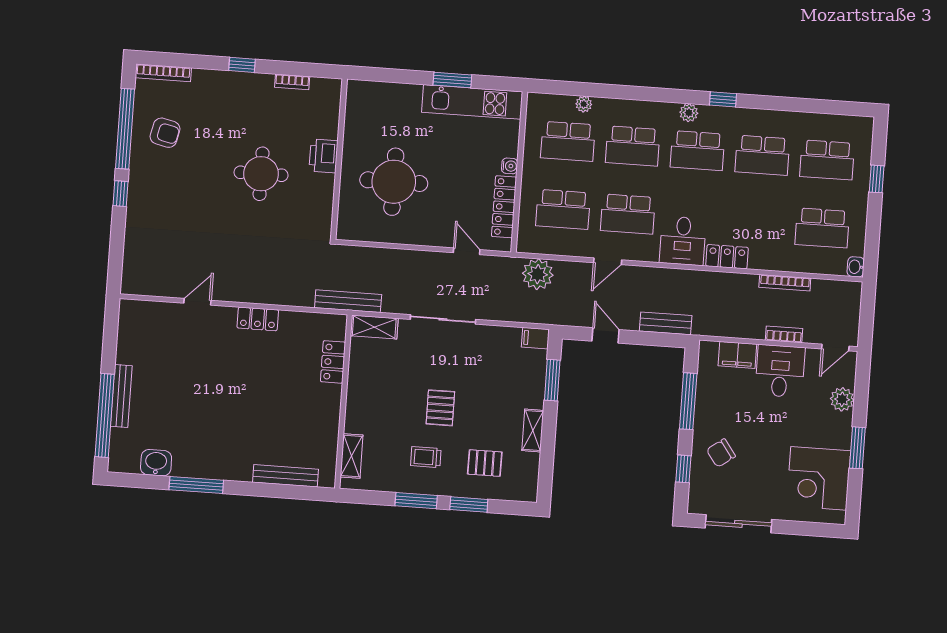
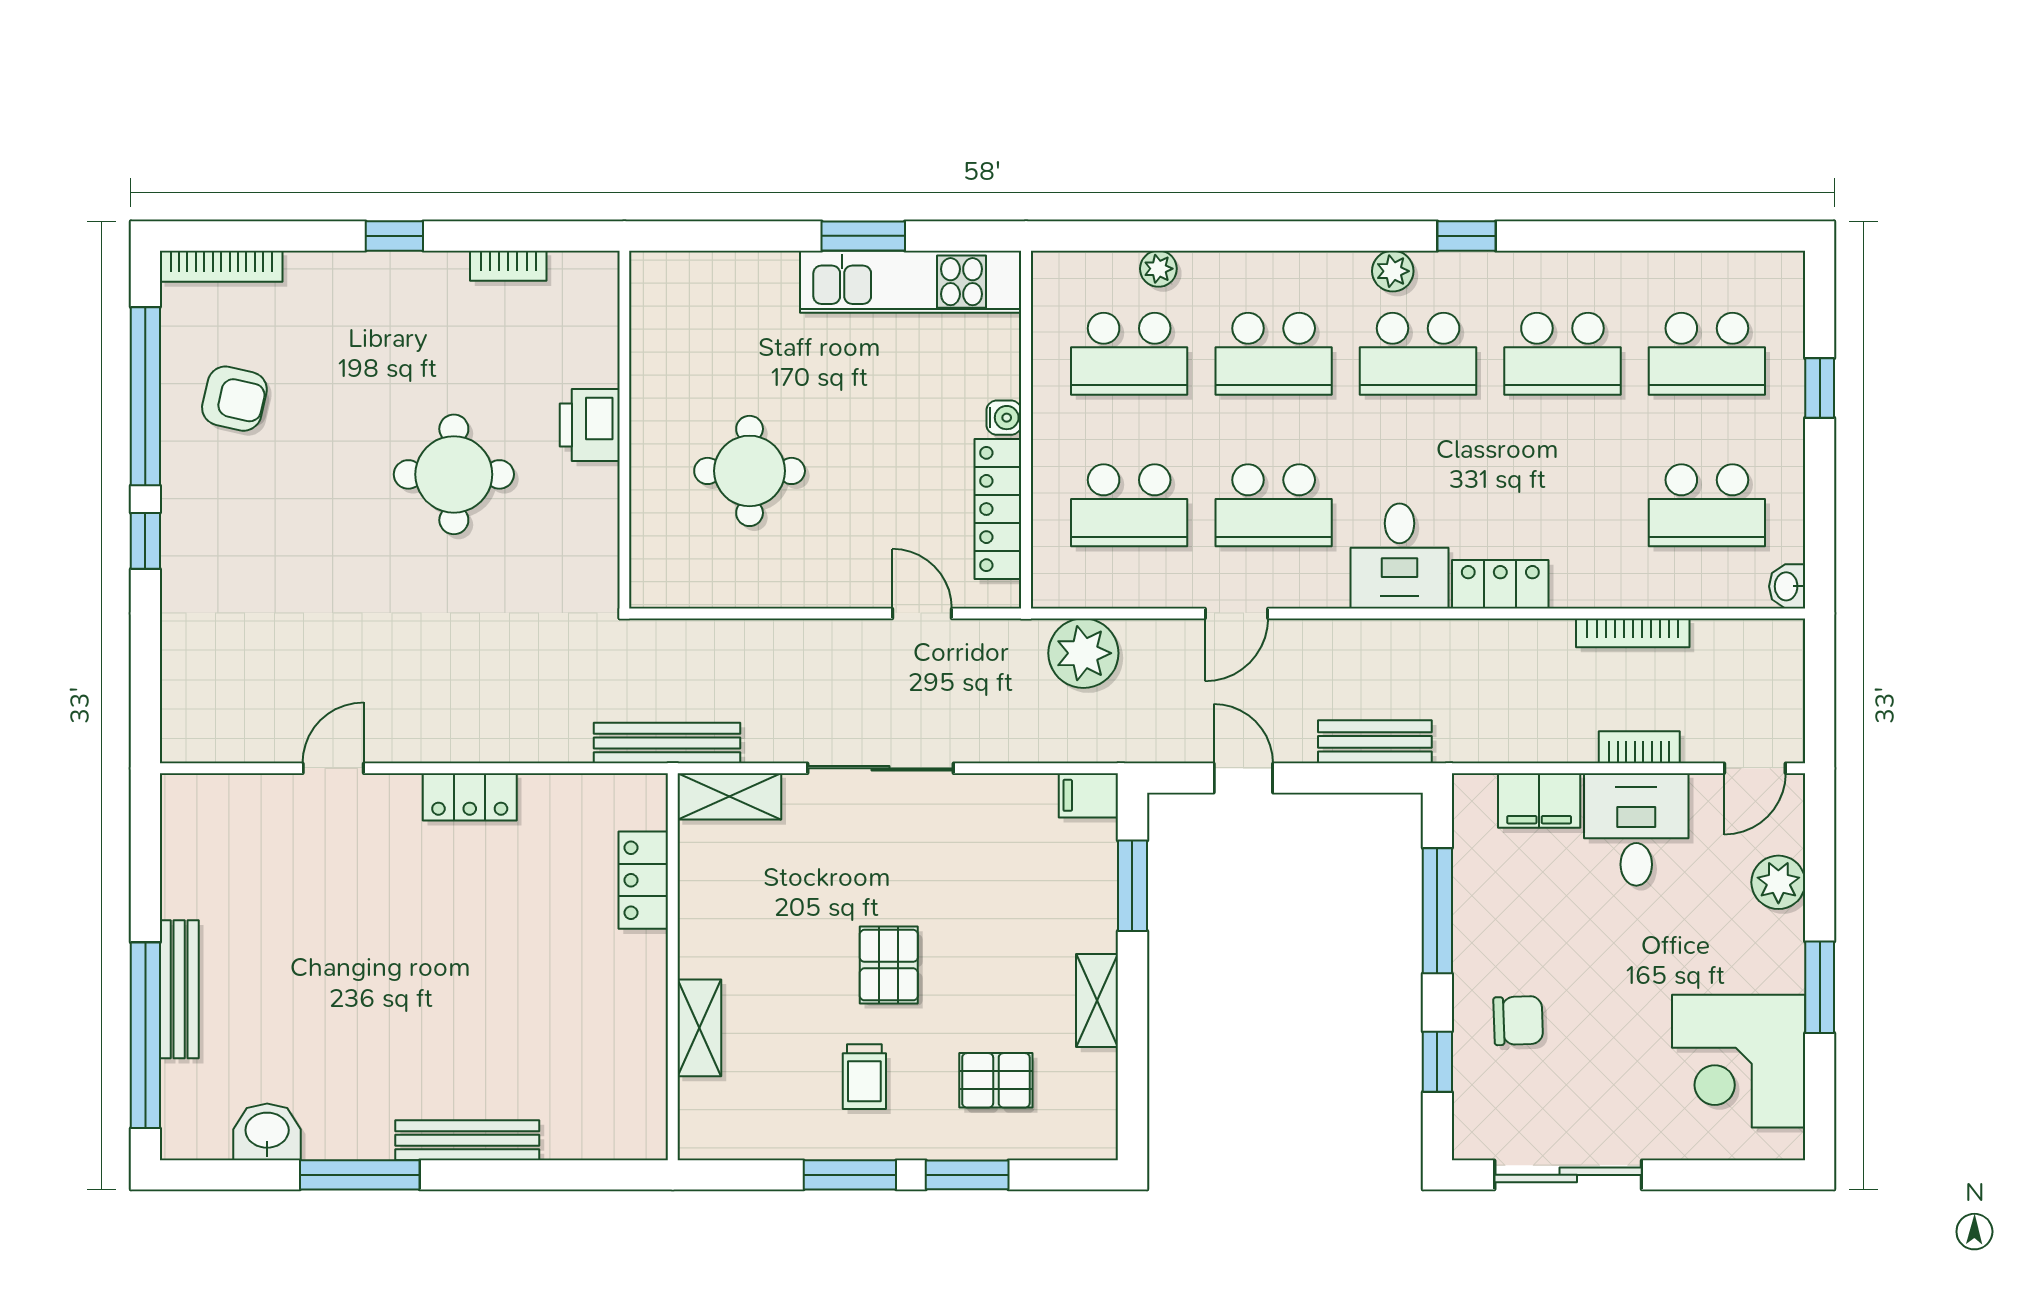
round table: (394, 182) -> (750, 471), width x0.73, depth x0.73
chair: (721, 453) -> (1518, 1020), turned -146
shelving: (352, 456) -> (699, 1028), moved
trolley: (426, 457) -> (864, 1077), turned -90
bench: (285, 476) -> (467, 1140), moved

